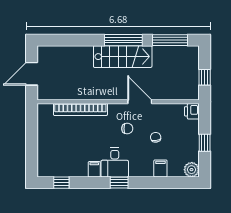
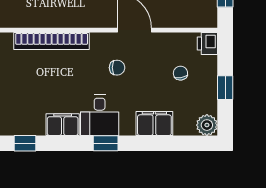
chair: (156, 137) -> (180, 73), moved
filing cabinet: (160, 168) -> (154, 123), width x2.00
filing cabinet: (94, 169) -> (63, 125), width x2.00

